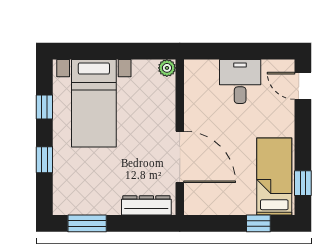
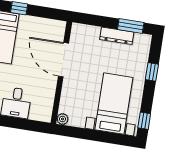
window: (44, 107) -> (144, 121), moved
dresser: (146, 205) -> (117, 36), moved

